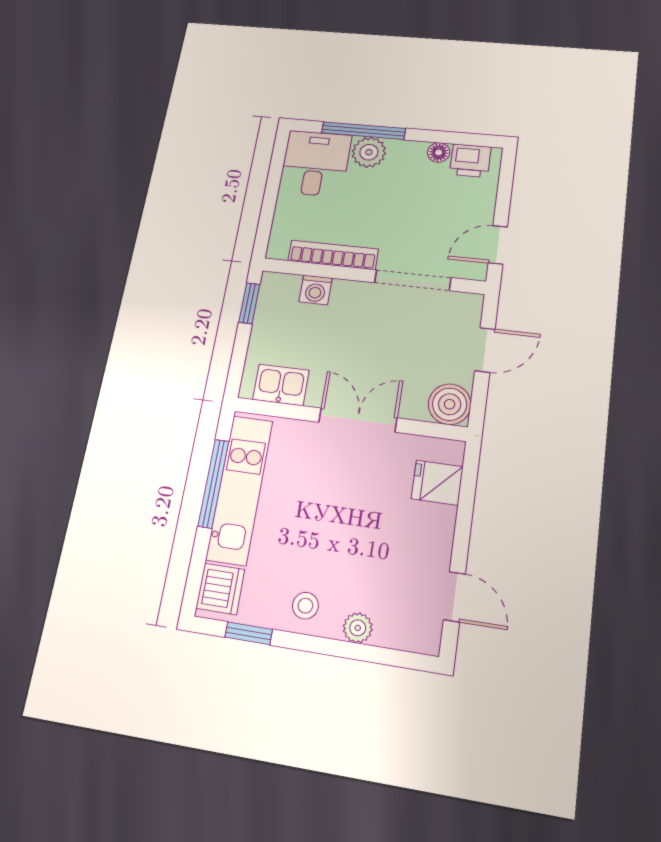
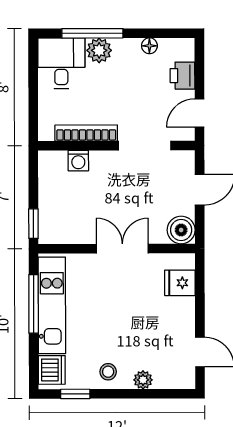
printer: (470, 161) -> (182, 76), moved, turned 90
window: (249, 303) -> (33, 224), moved
kitchen sink: (281, 385) -> (66, 231), removed

